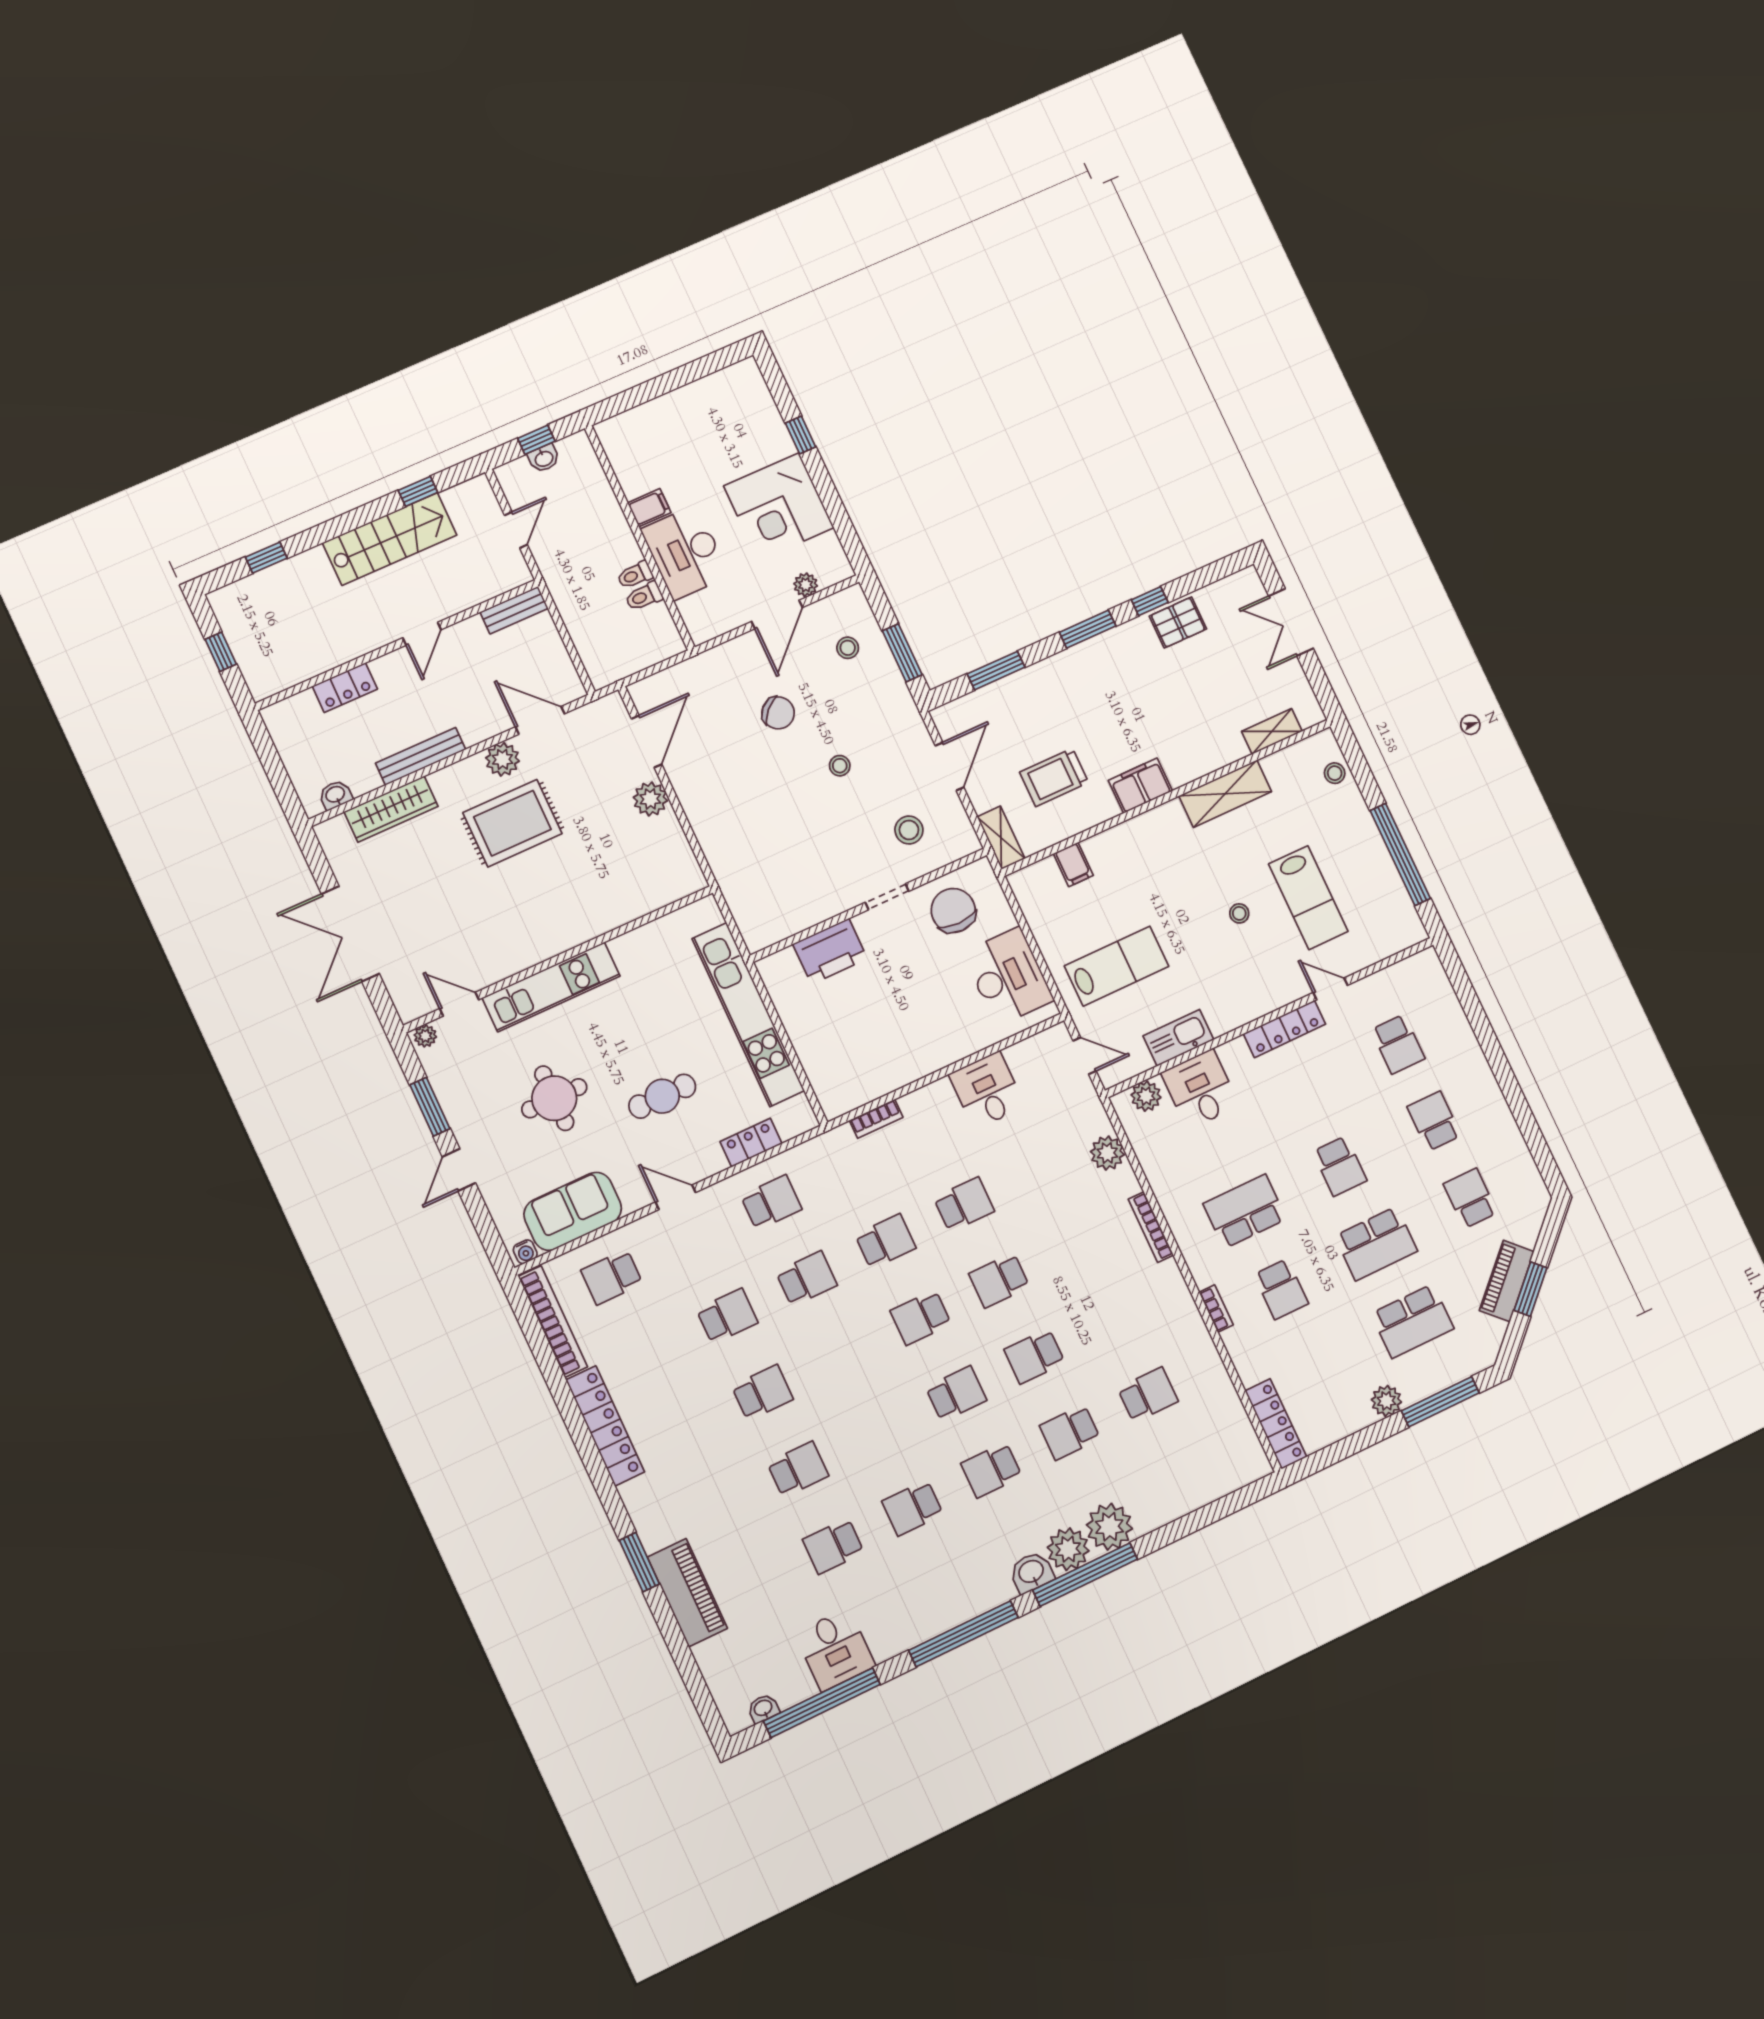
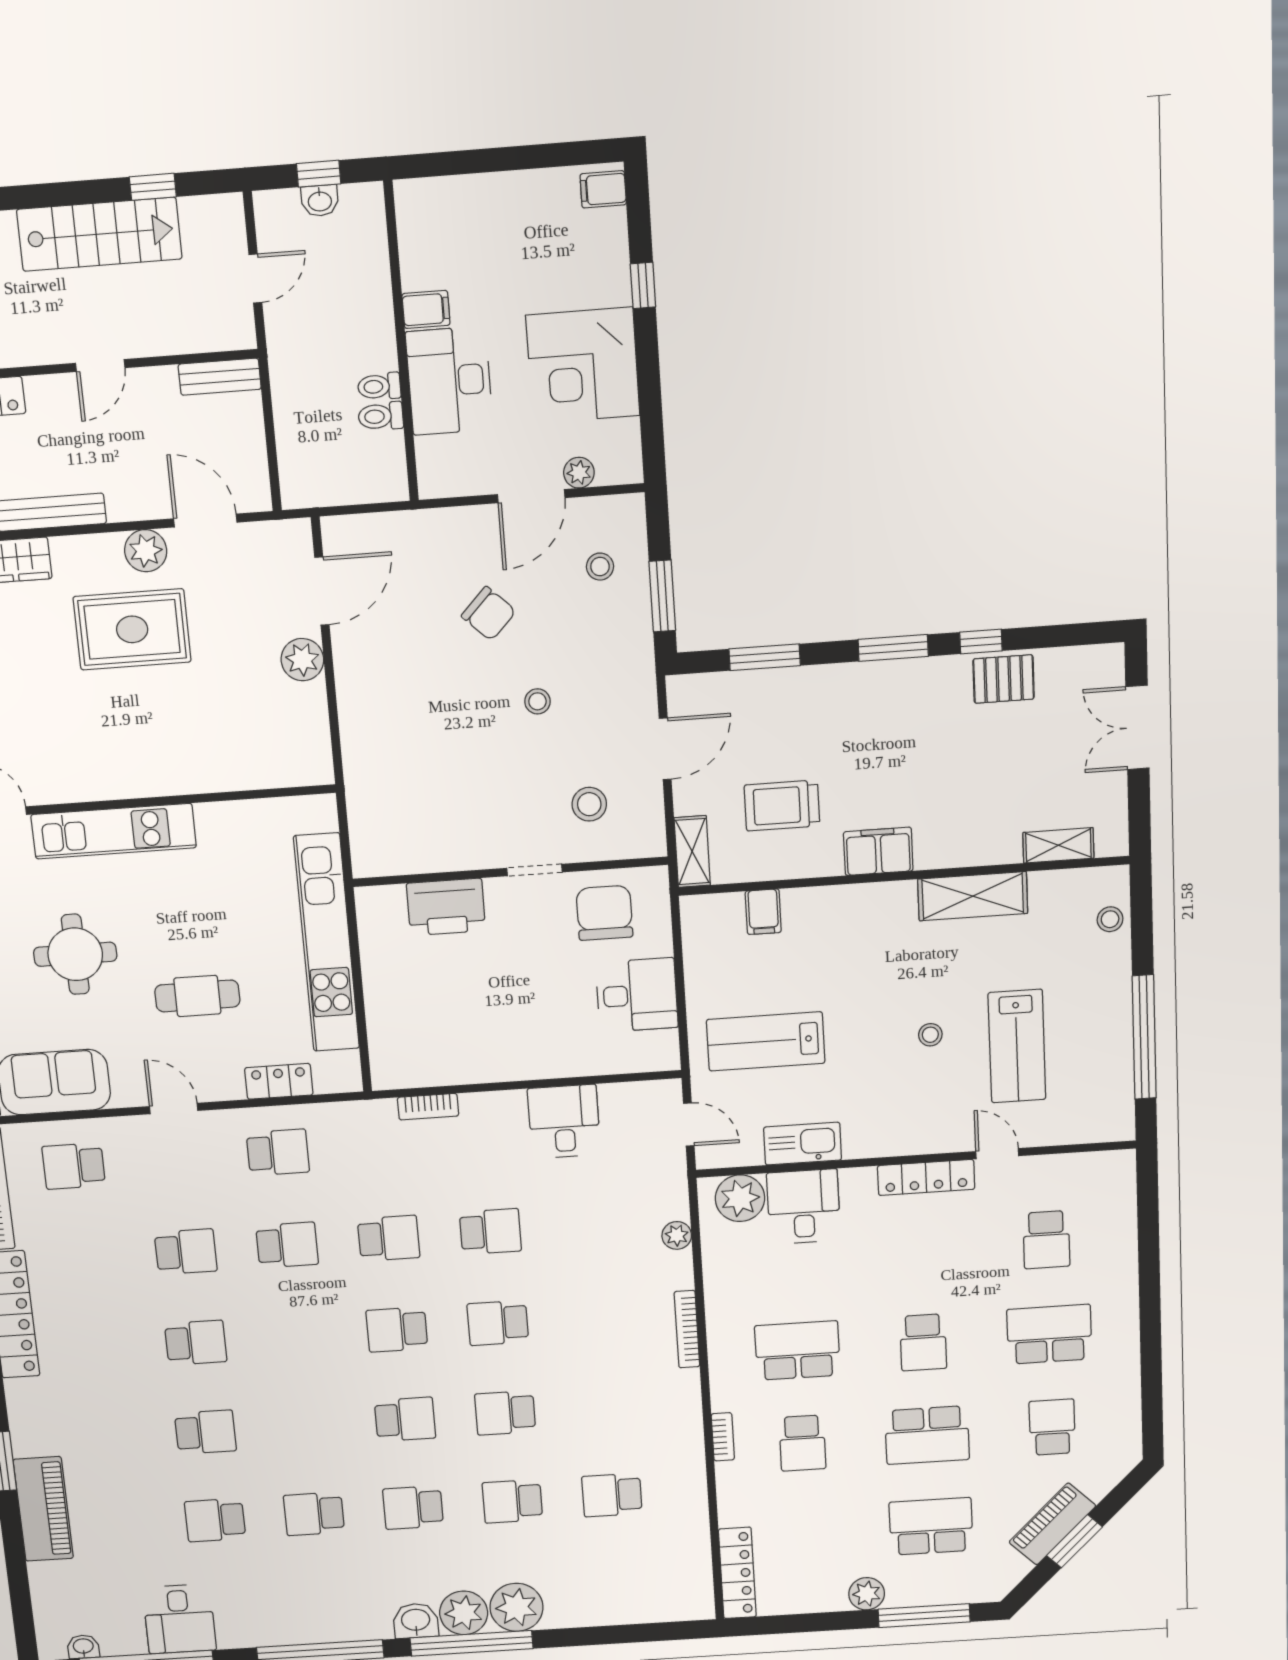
filing cabinet: (746, 379) -> (603, 189), added
lab bench: (1117, 966) -> (766, 1041), turned 180
desk: (1008, 977) -> (637, 995), width x0.73
plant: (1146, 1096) -> (740, 1198), width x1.36, depth x1.36
school desk: (1434, 1121) -> (1049, 1334), width x1.85
plant: (1107, 1153) -> (677, 1235), width x0.73, depth x0.73
school desk: (1412, 1321) -> (931, 1526), turned 180
school desk: (1148, 1395) -> (612, 1495), turned 180

